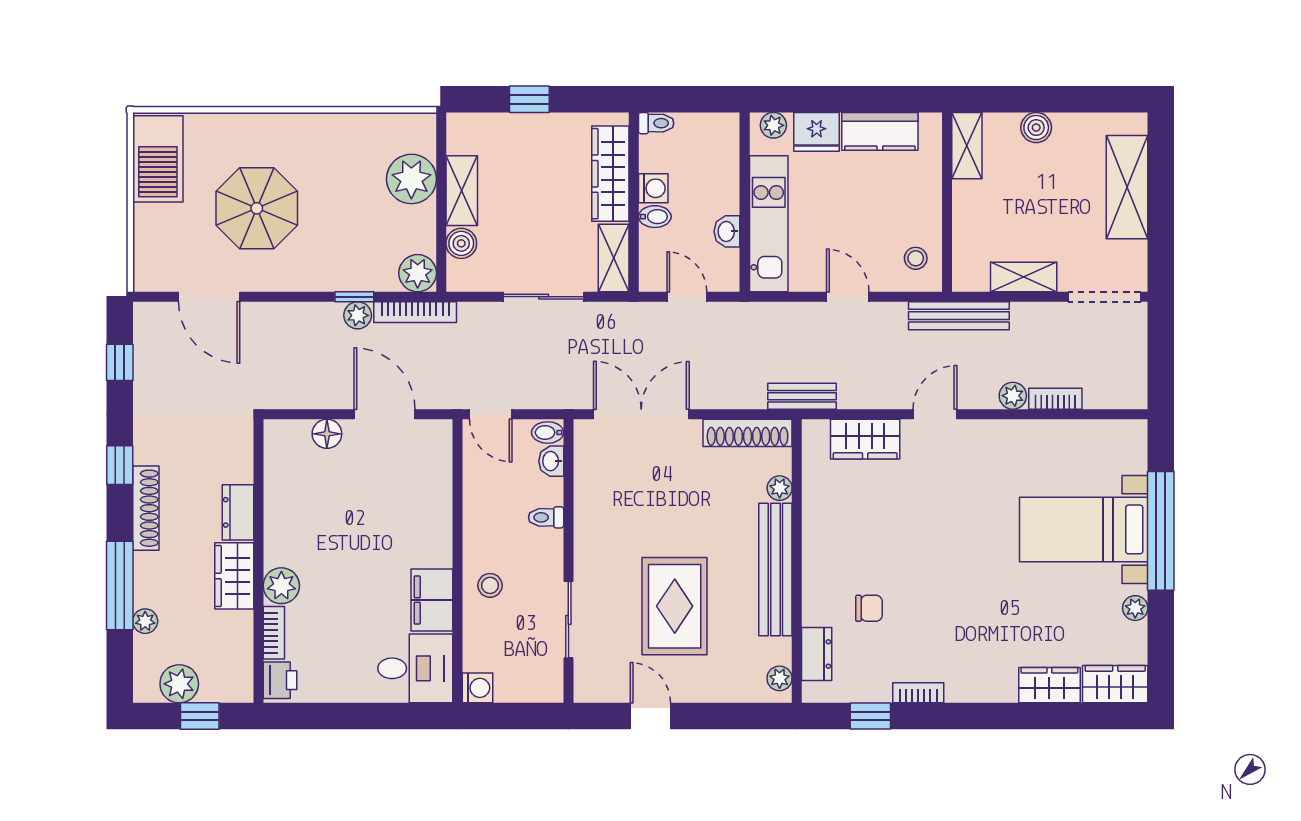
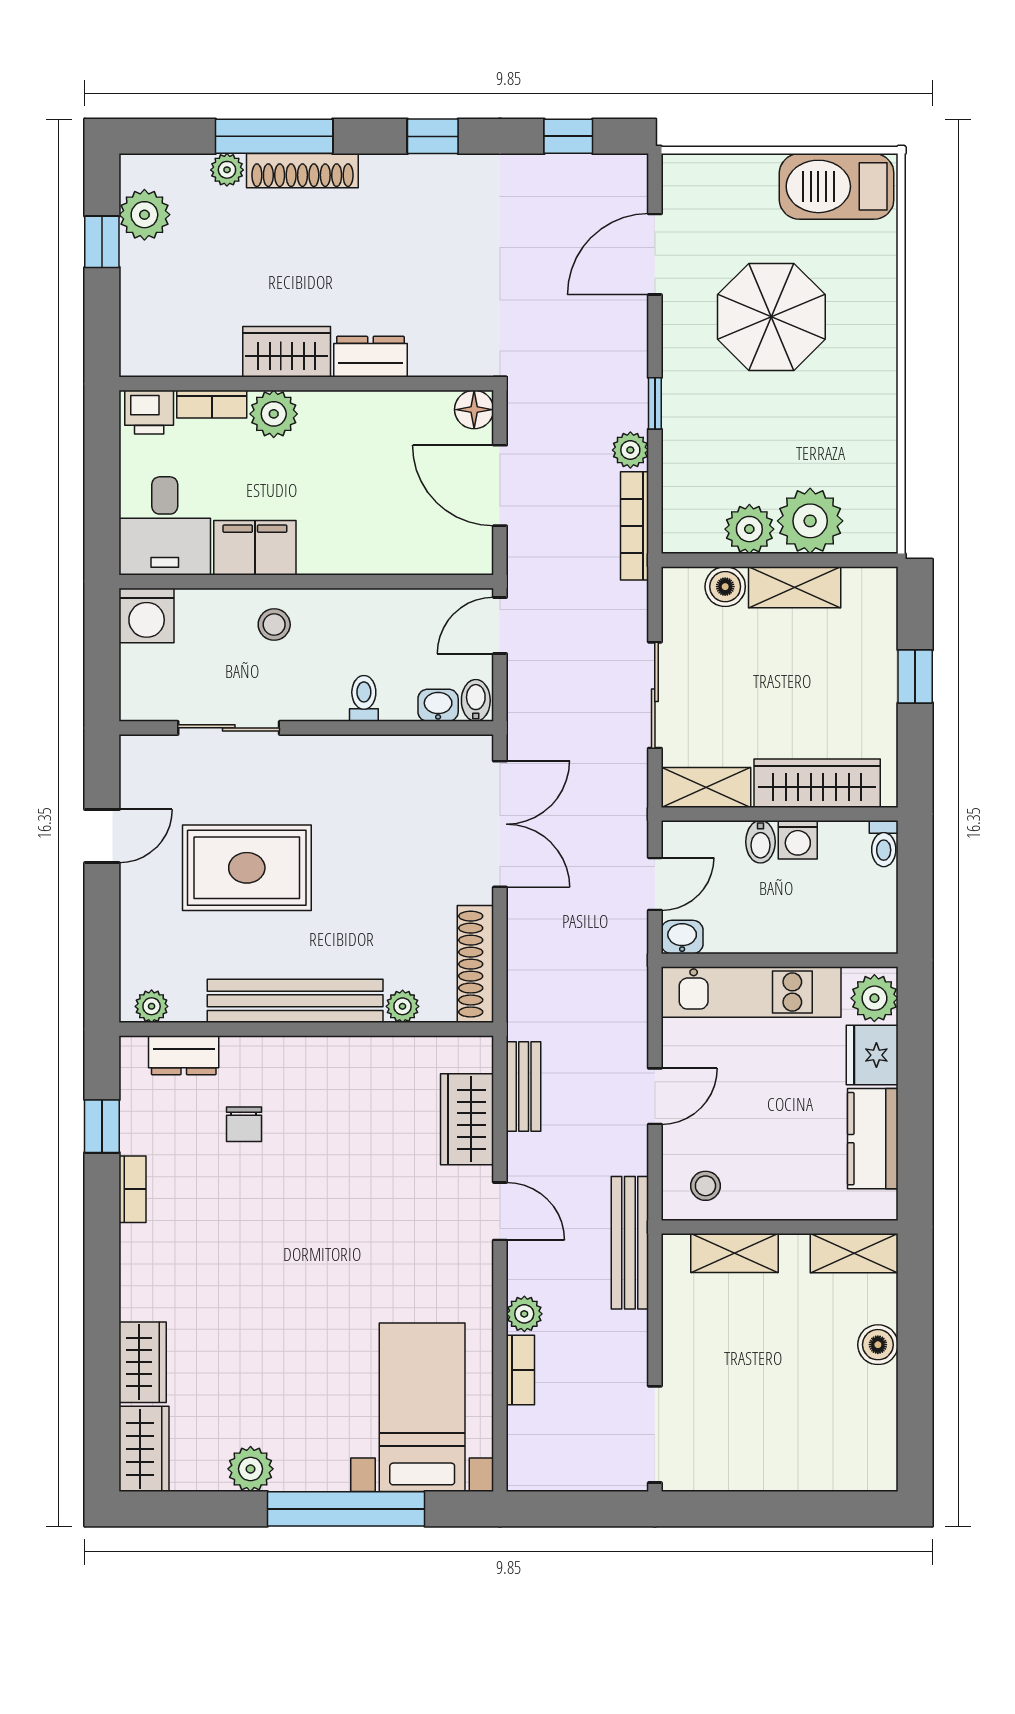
plant: (773, 125) -> (874, 998), width x1.38, depth x1.38
shelving: (1127, 187) -> (799, 1464), removed
washbasin: (727, 231) -> (682, 937), moved
plant: (418, 273) -> (749, 529), moved
shelving: (1024, 277) -> (735, 1253), moved, turned 90
window: (354, 297) -> (655, 403), moved
bench: (802, 396) -> (524, 1086), moved
door: (385, 414) -> (500, 485), swing flipped
shoe rack: (146, 508) -> (302, 171), moved
dresser: (238, 512) -> (370, 357), moved
bed with nightstands: (1084, 529) -> (422, 1407), moved
wall: (258, 561) -> (306, 384), moved
wardrobe: (234, 576) -> (287, 352), moved
plant: (281, 586) -> (274, 414), moved
plant: (1135, 608) -> (251, 1469), width x1.38, depth x1.38
bookcase: (274, 633) -> (212, 404), moved
printer: (280, 680) -> (149, 412), moved
washing machine: (477, 688) -> (147, 615), width x1.38, depth x1.38

